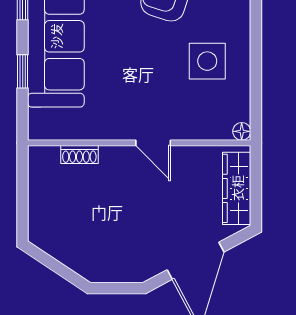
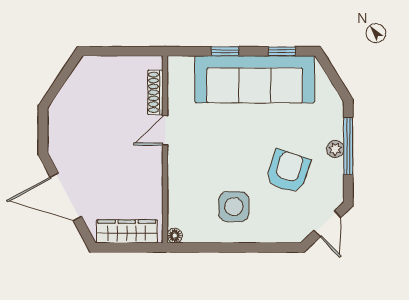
door: (153, 143) -> (165, 130), moved
shoe rack: (79, 155) -> (155, 92), width x1.43

